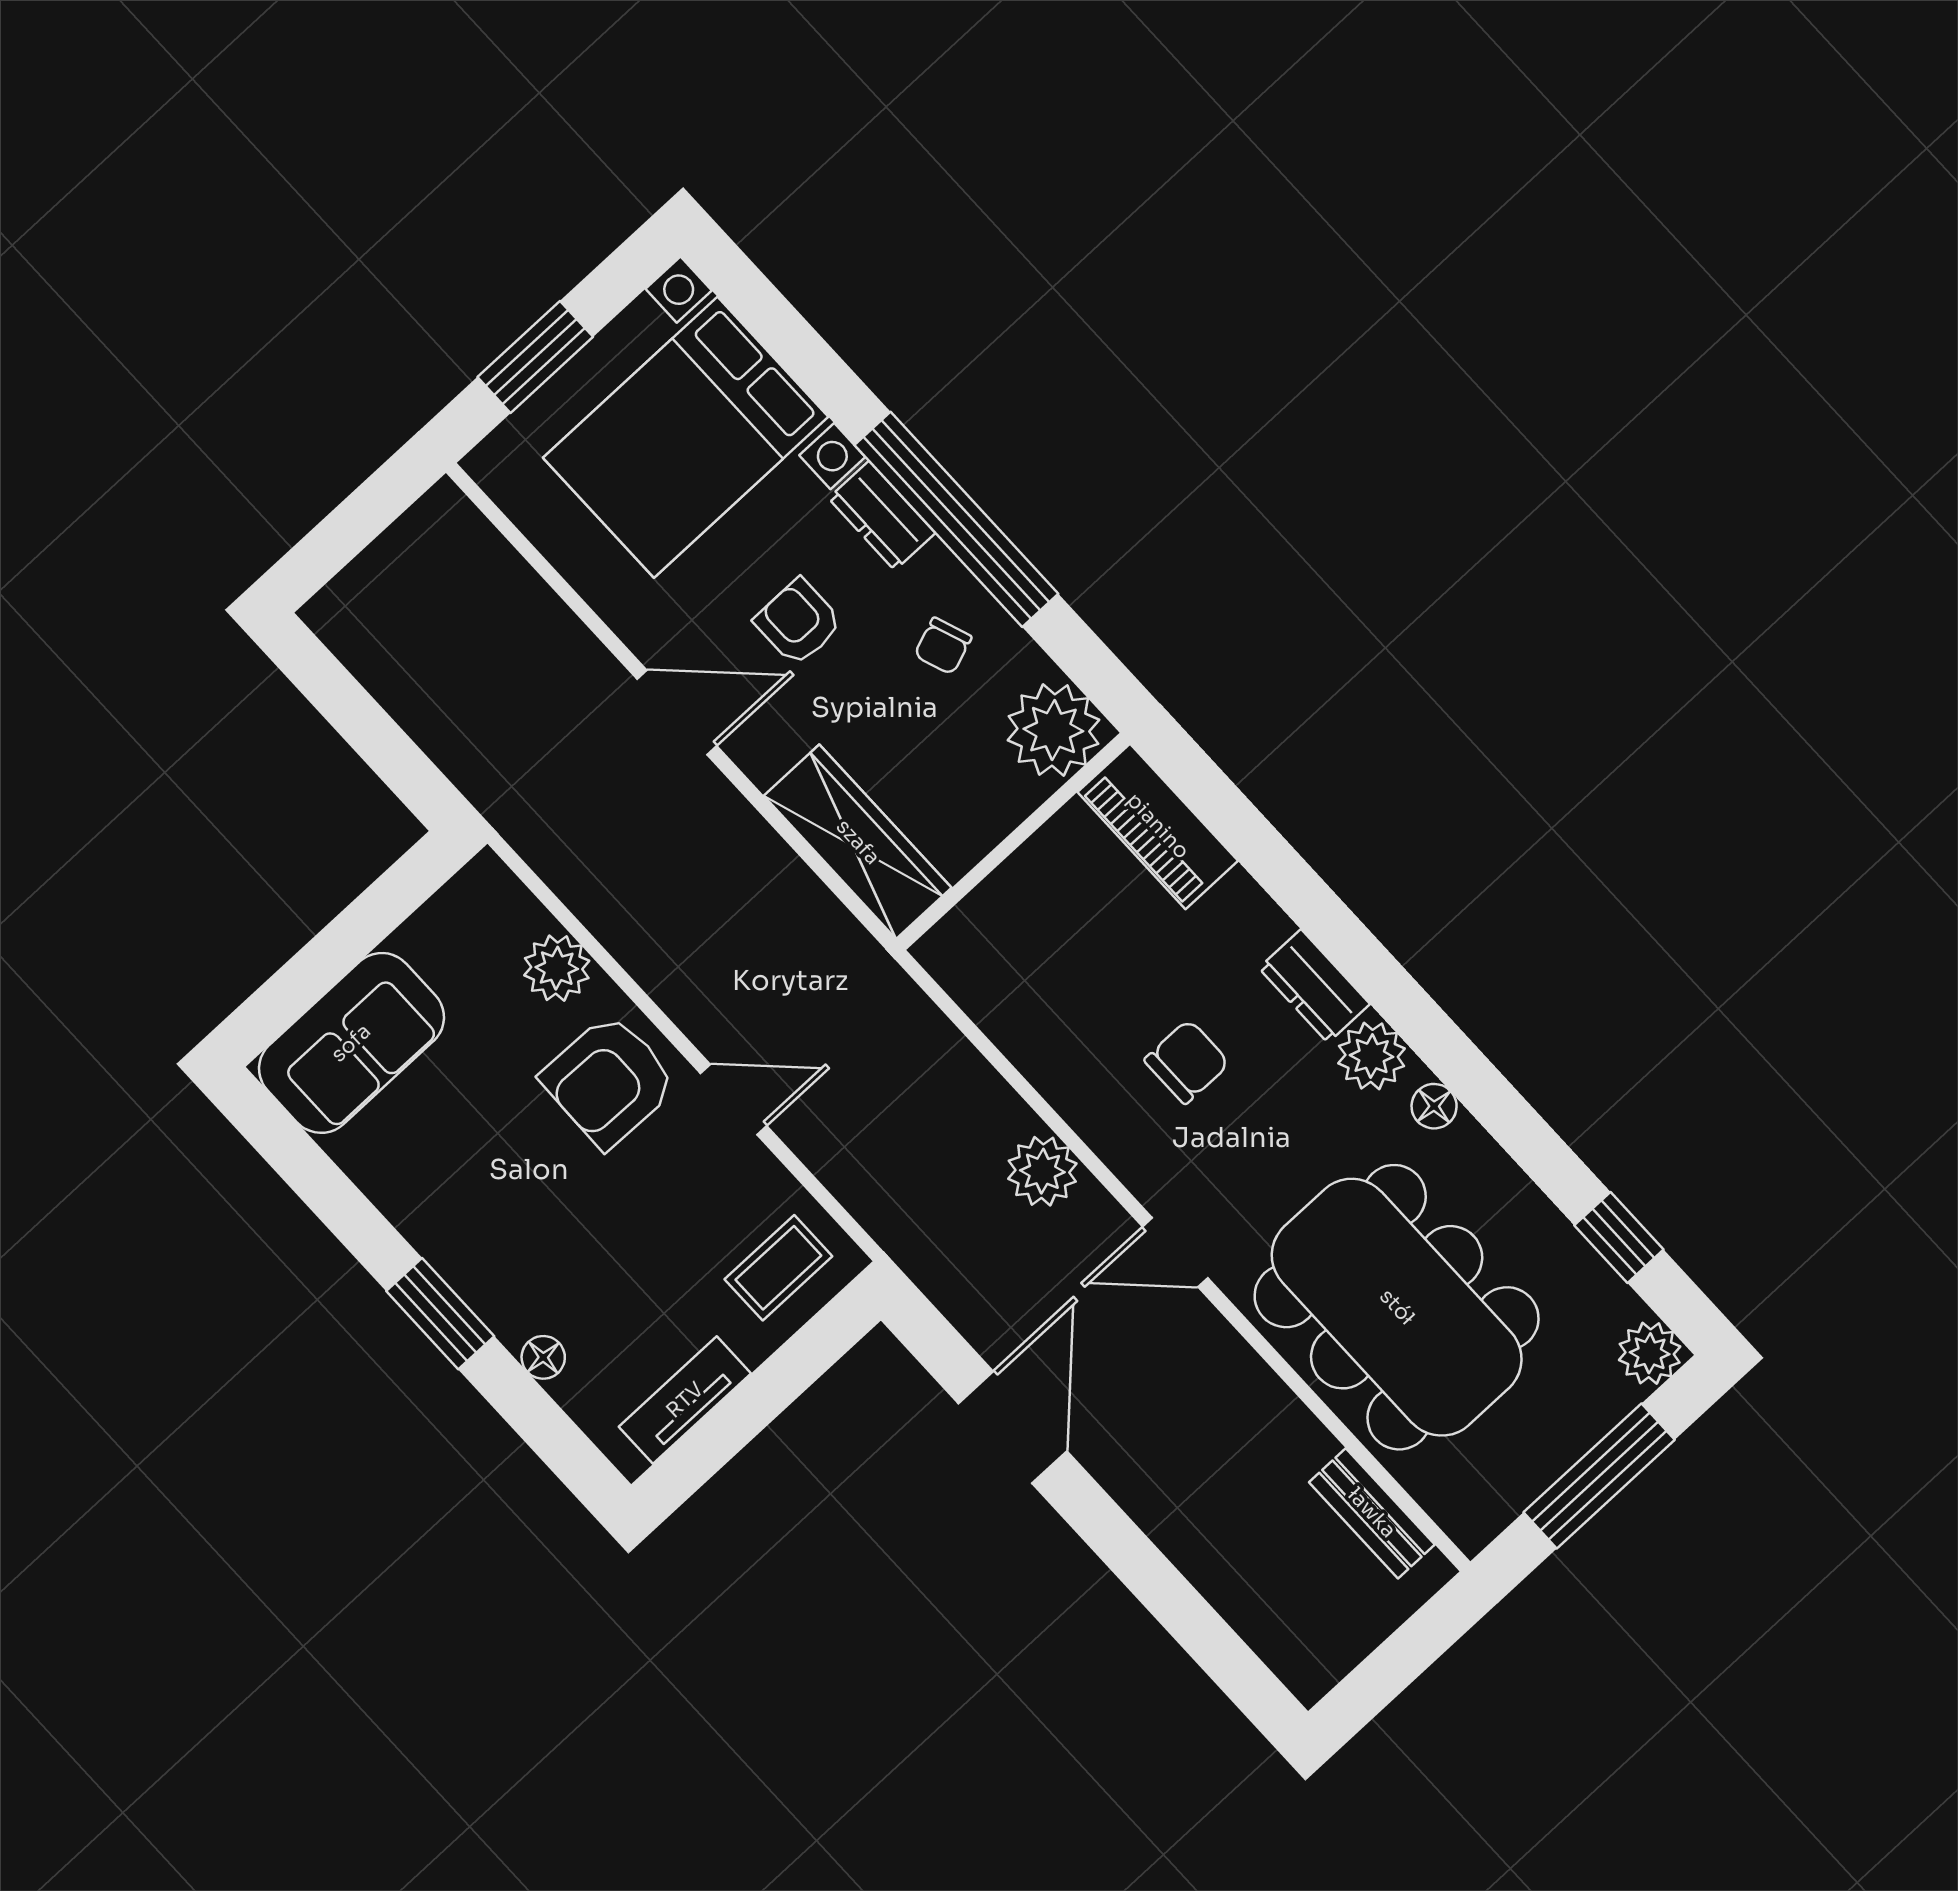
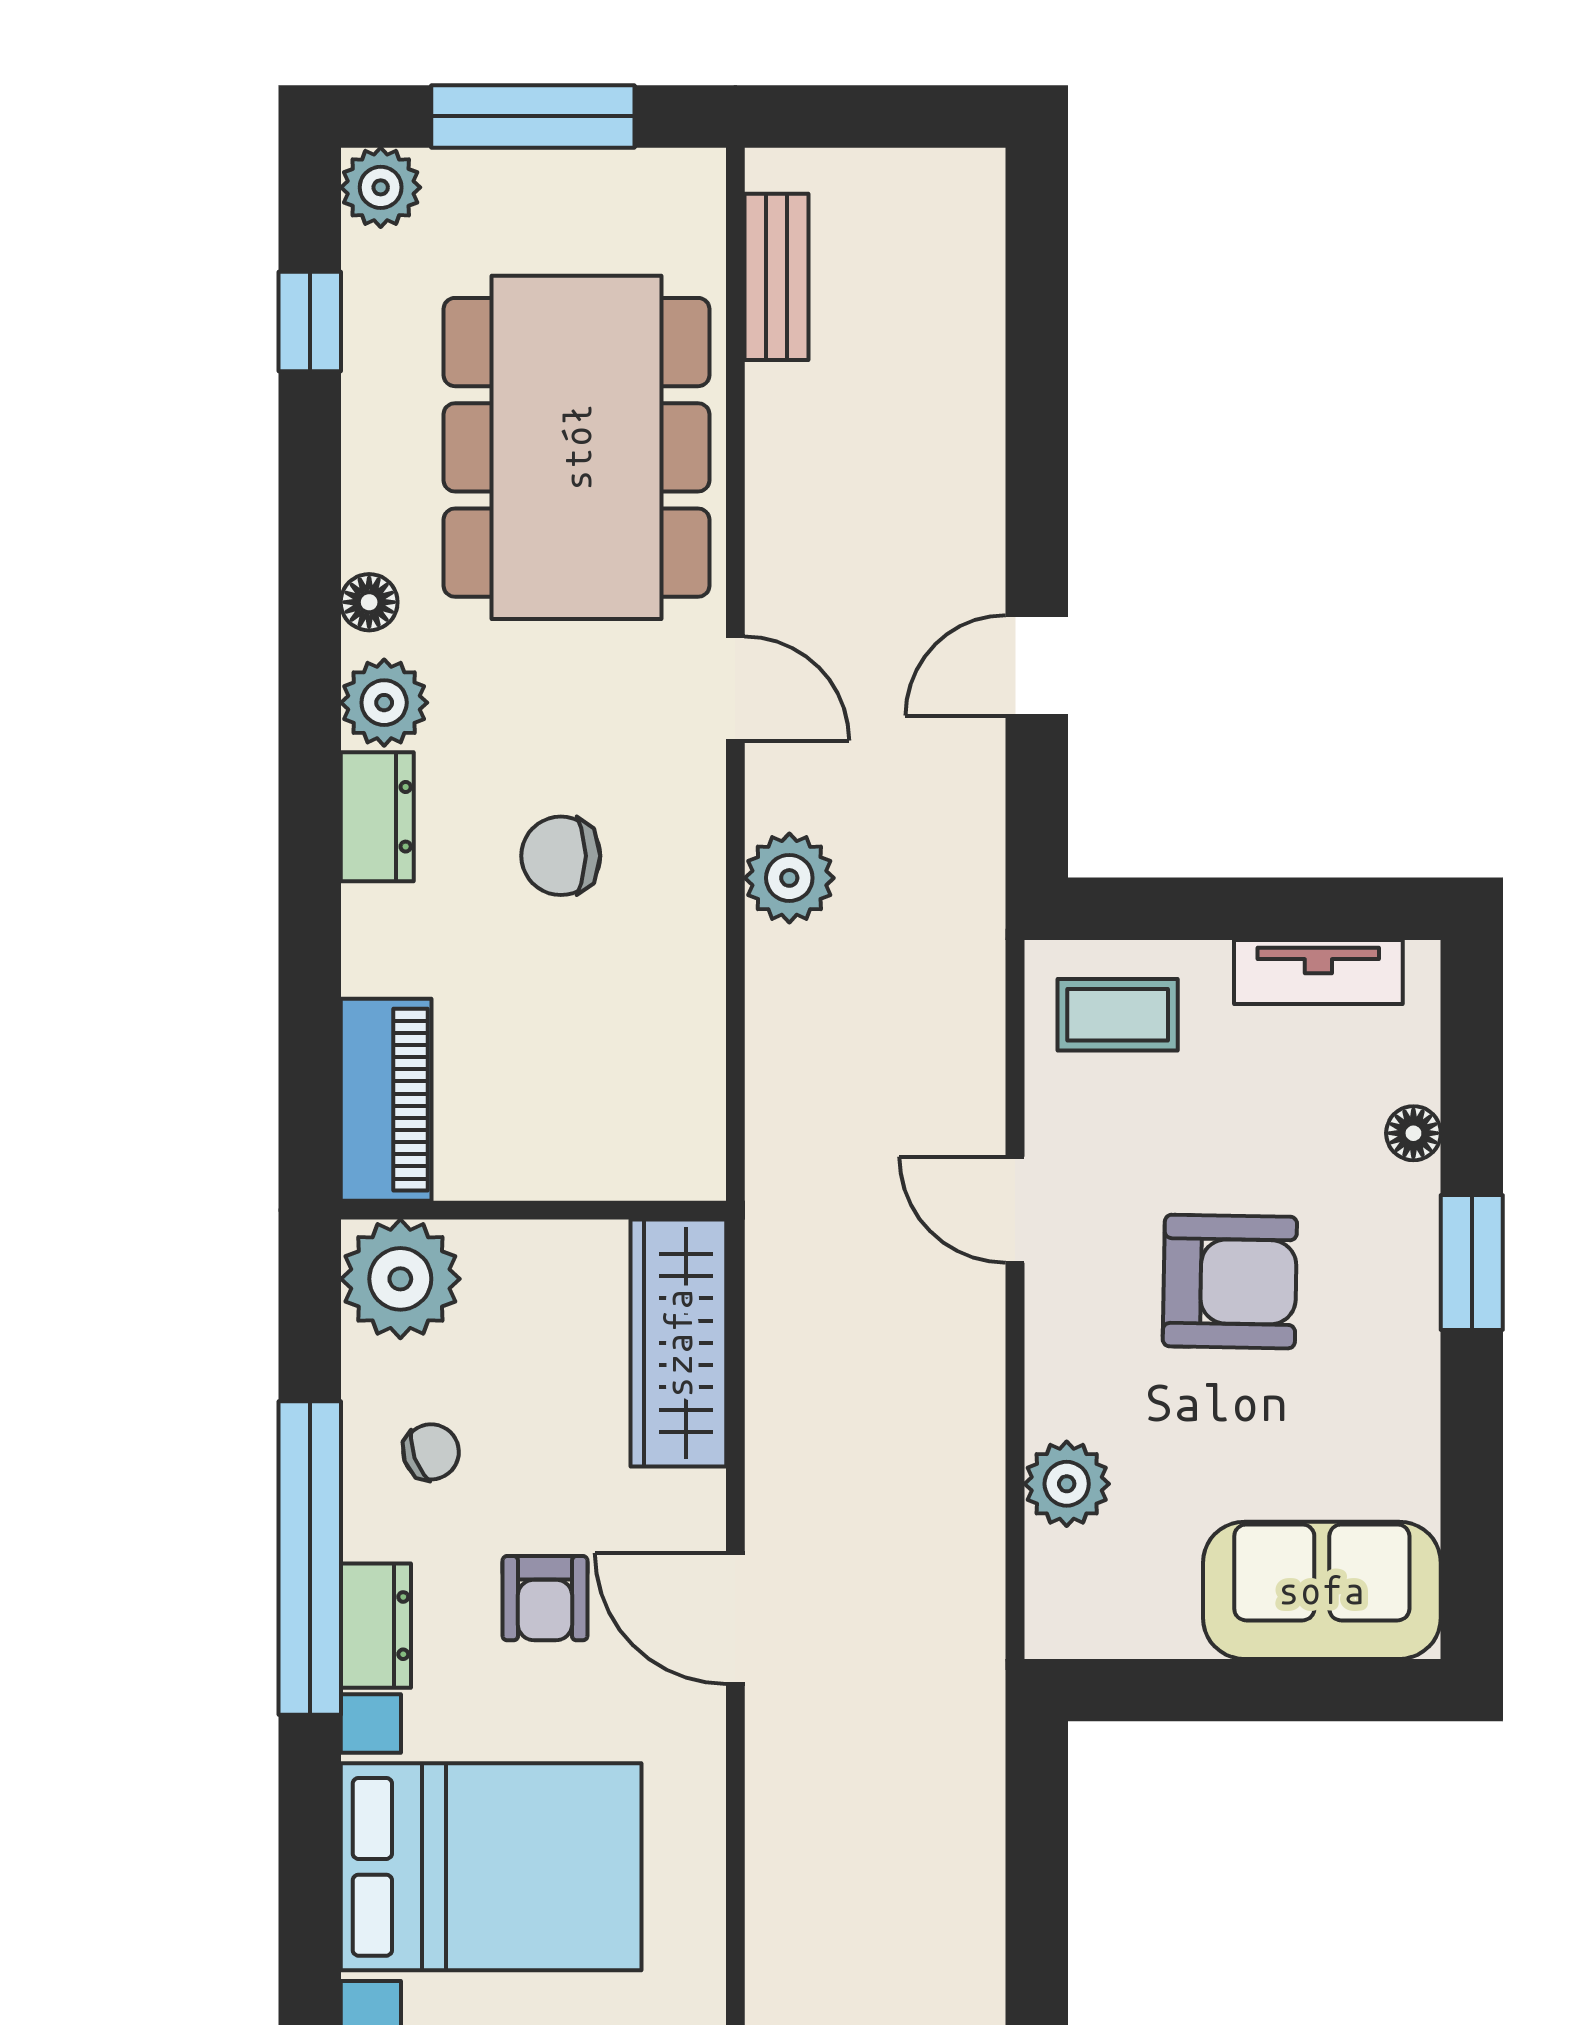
armchair: (609, 1081) -> (1230, 1282), moved
door: (1013, 1427) -> (1037, 665), width x0.73

